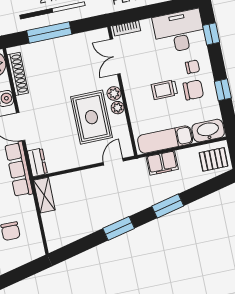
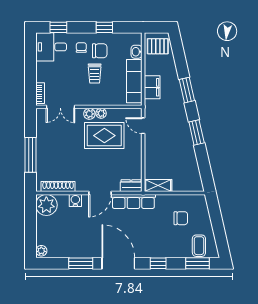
desk: (179, 31) -> (51, 47), width x0.73
chair: (193, 90) -> (100, 51), turned 90
washbasin: (208, 131) -> (137, 52), width x0.52, depth x0.69
pallet: (213, 159) -> (158, 46), turned 90

